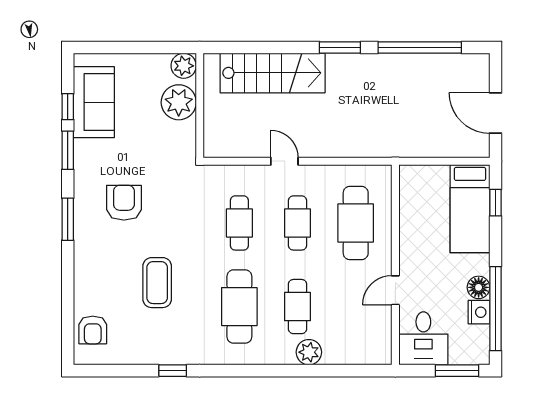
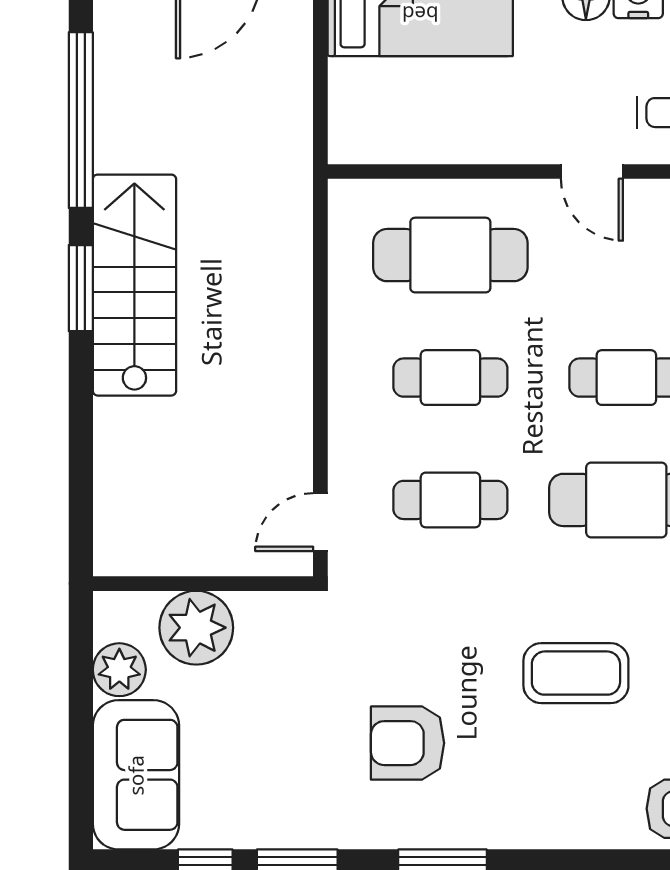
plant: (184, 66) -> (119, 670), moved
stairs: (273, 73) -> (134, 285), moved
sofa: (94, 102) -> (136, 775), moved, turned 90
door: (284, 161) -> (320, 522), moved

